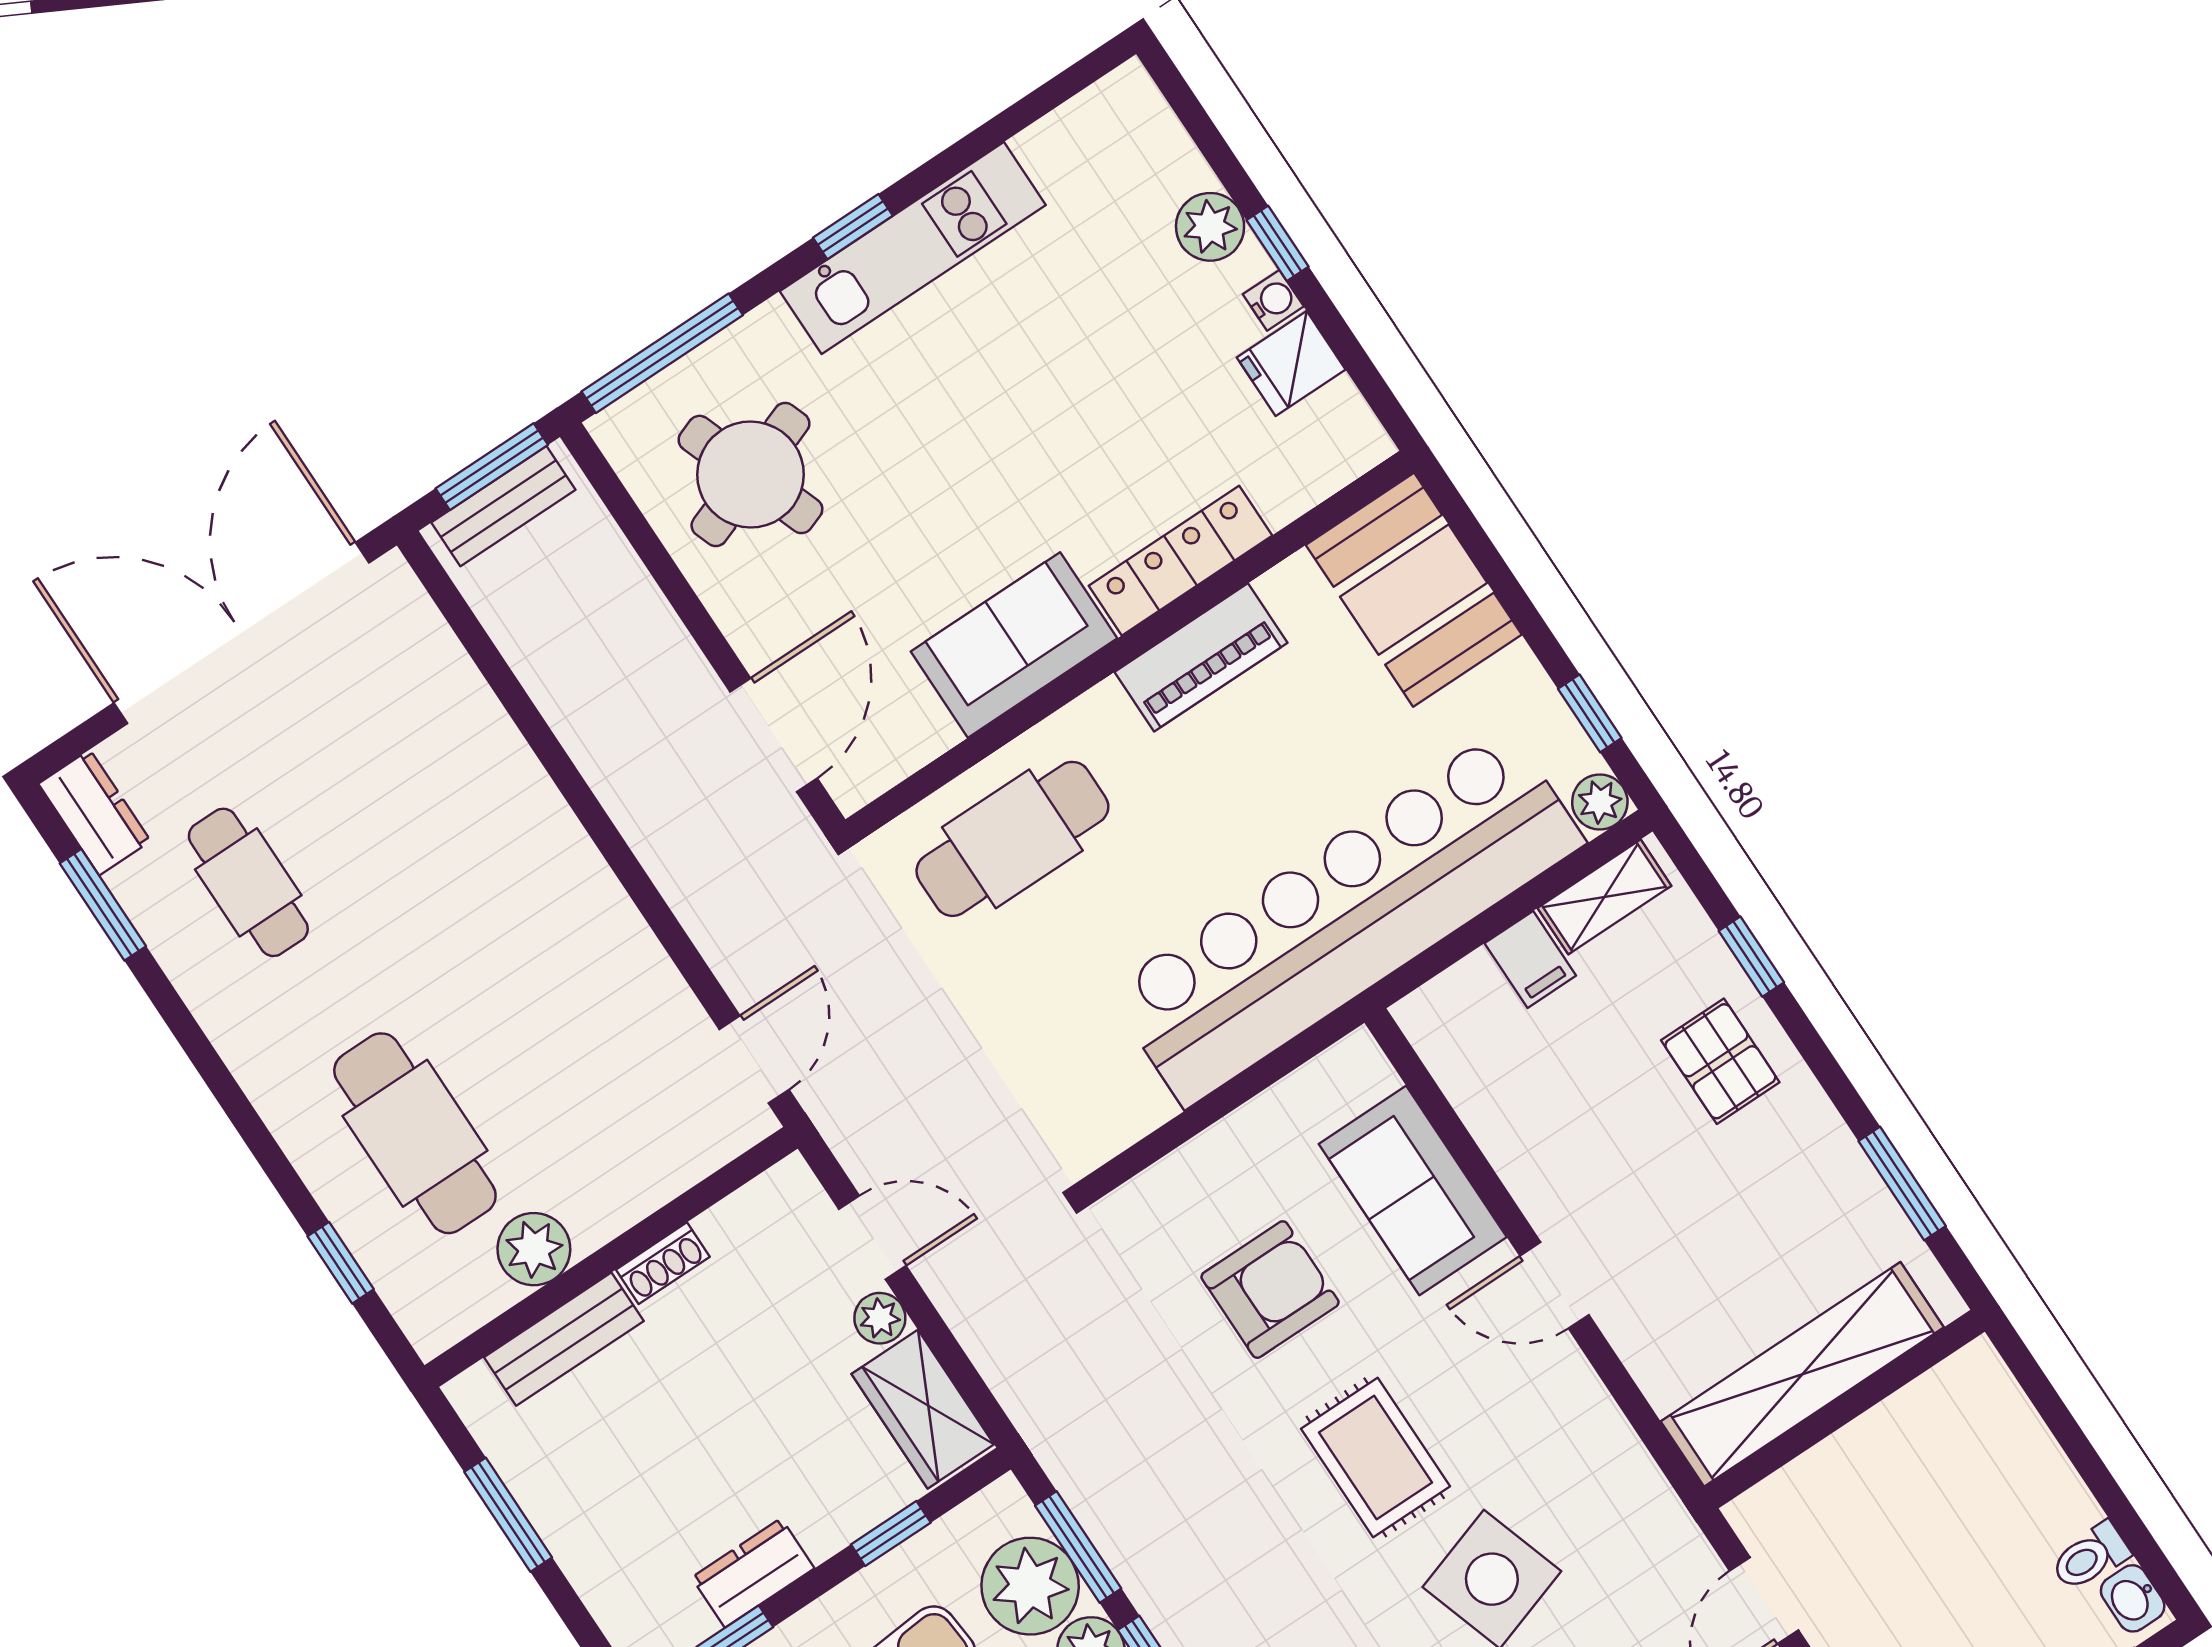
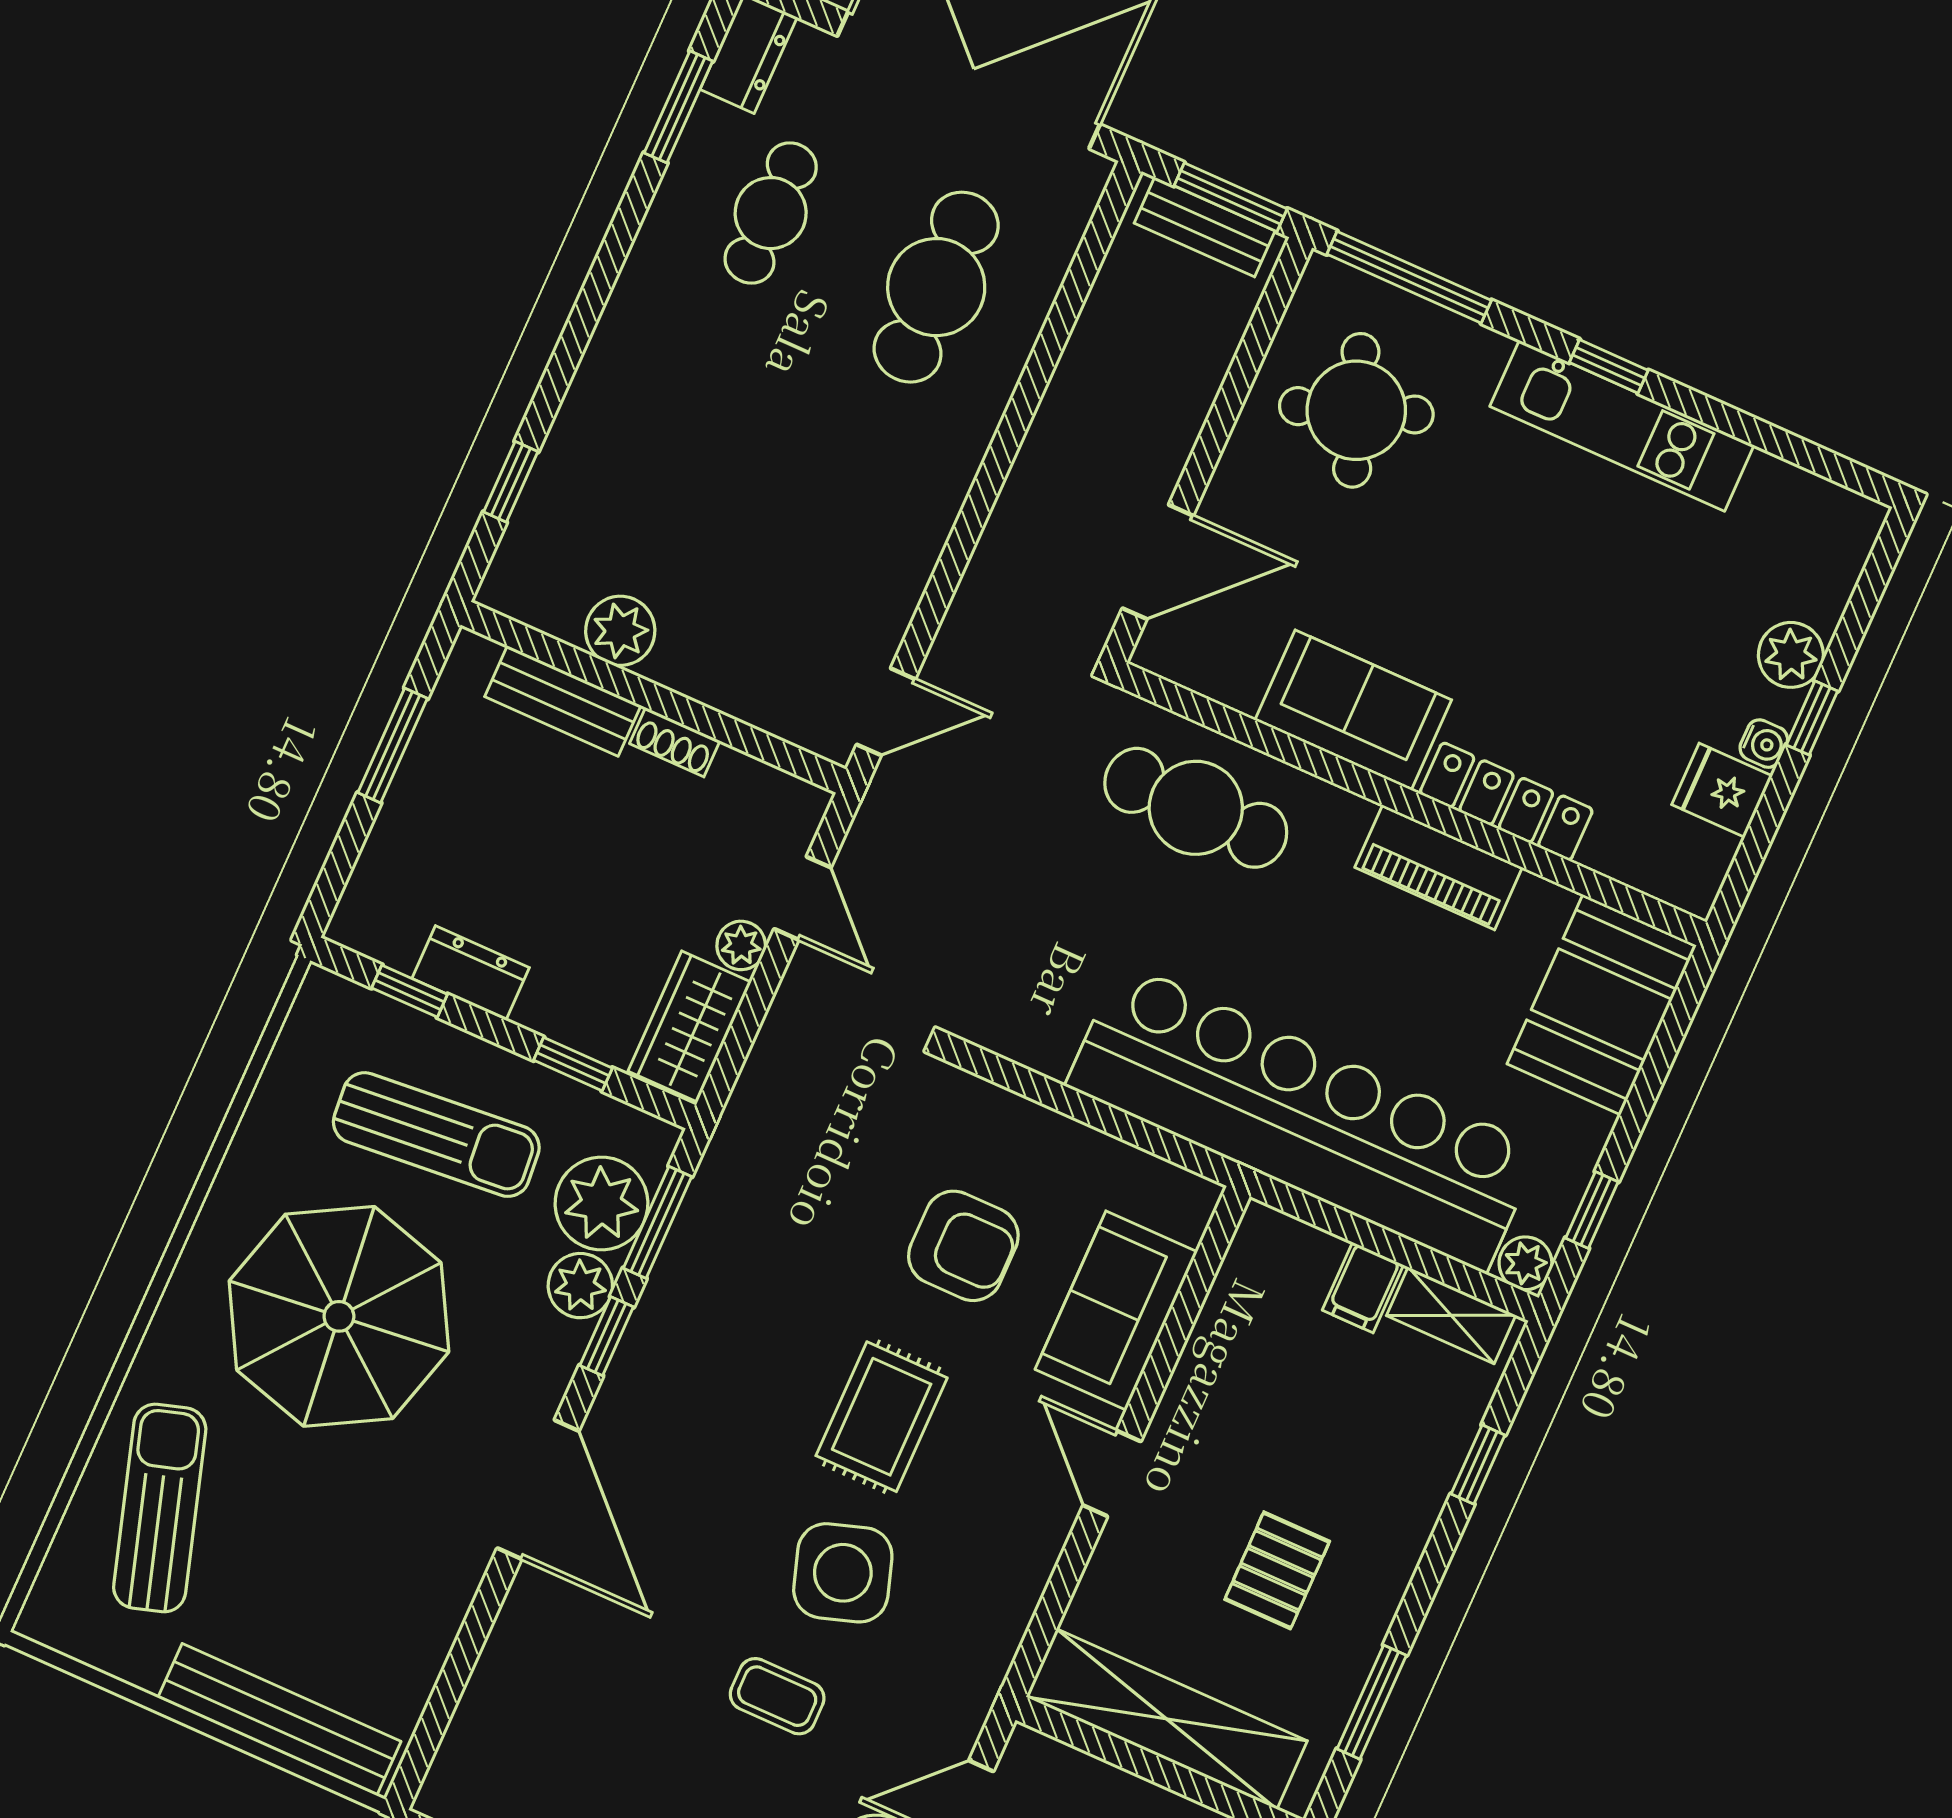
pallet: (1720, 1061) -> (1277, 1570), moved
cafe table: (415, 1133) -> (936, 287), moved

